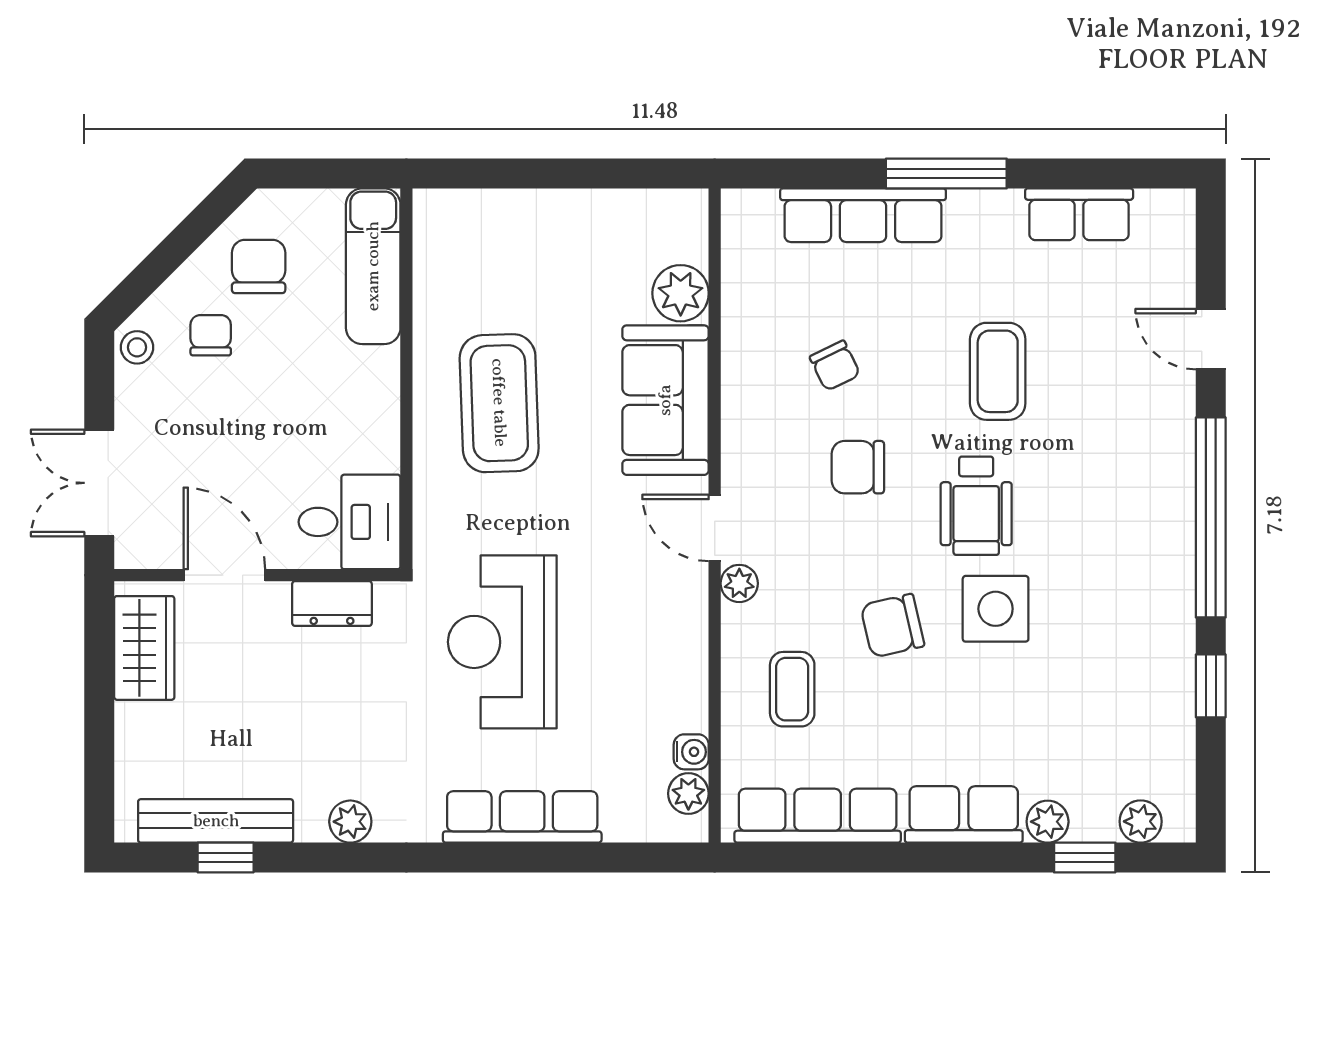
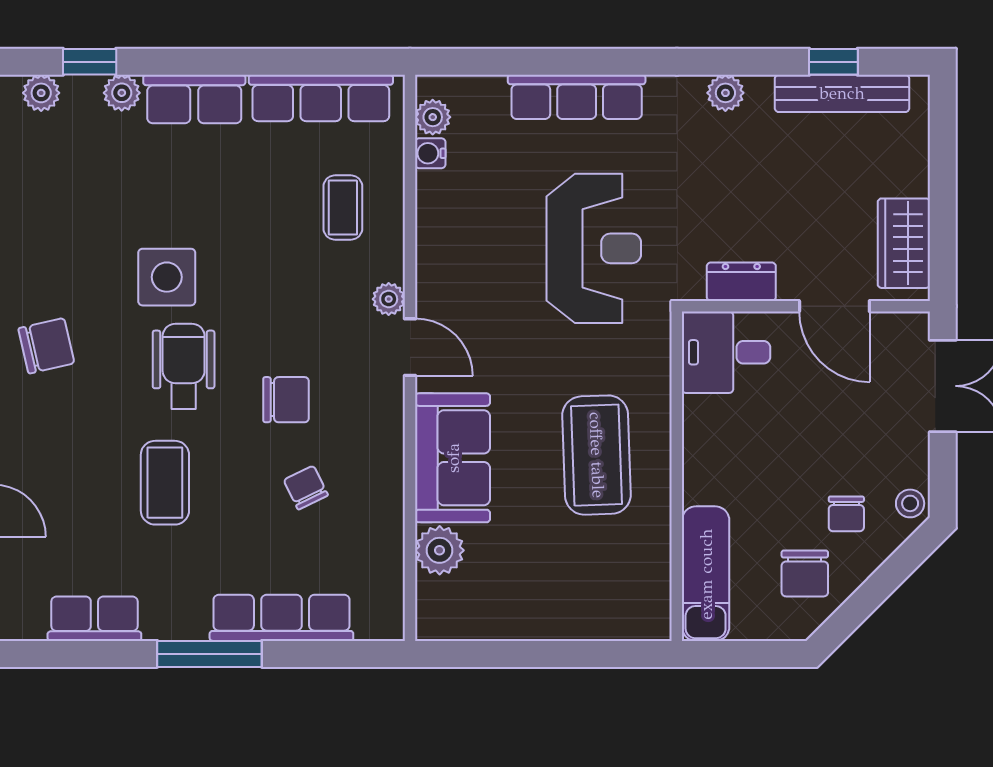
chair: (892, 626) -> (46, 346), moved

